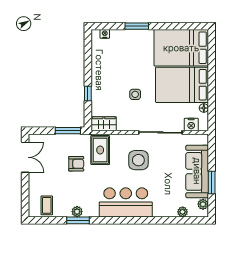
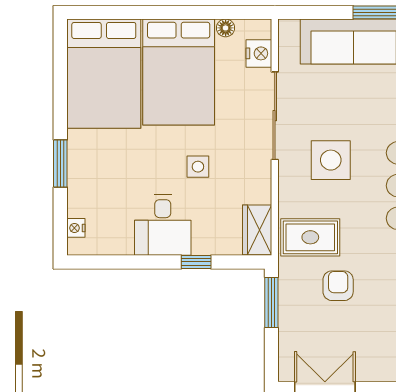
desk: (106, 77) -> (163, 225), added

